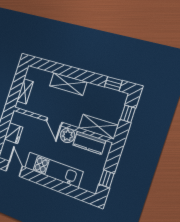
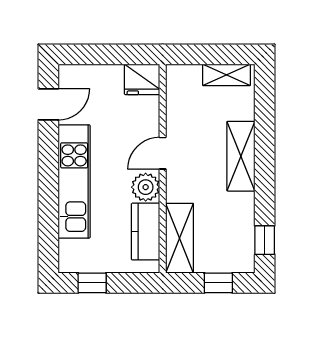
shelving: (25, 91) -> (227, 75), moved
fridge: (14, 133) -> (142, 79), moved

